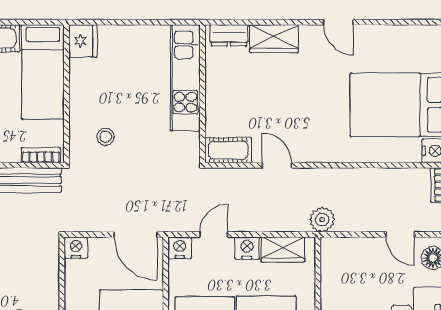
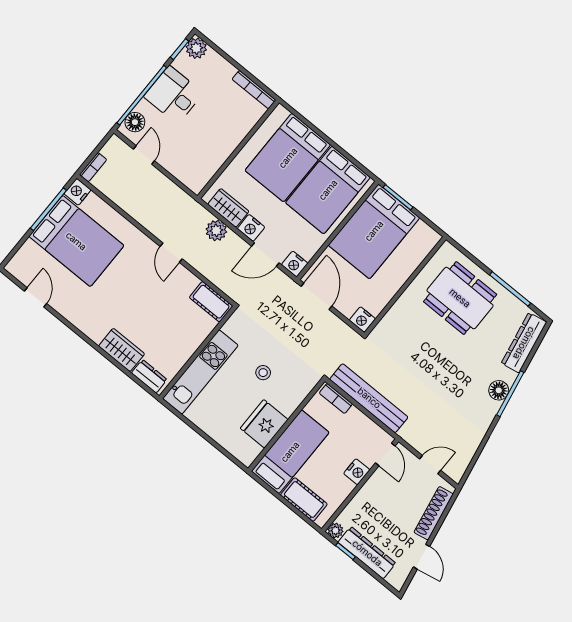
door: (338, 22) -> (36, 297), moved
fridge: (83, 41) -> (264, 424), moved, width x1.36, depth x1.34
stool: (106, 137) -> (263, 373), moved
door: (277, 165) -> (171, 253), moved
plant: (322, 220) -> (216, 230), moved
door: (214, 234) -> (265, 254), width x1.38

